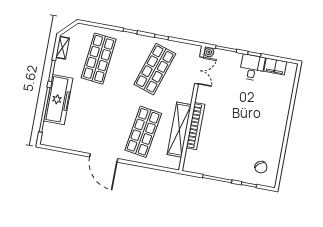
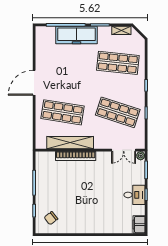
filing cabinet: (275, 66) -> (139, 225), moved

